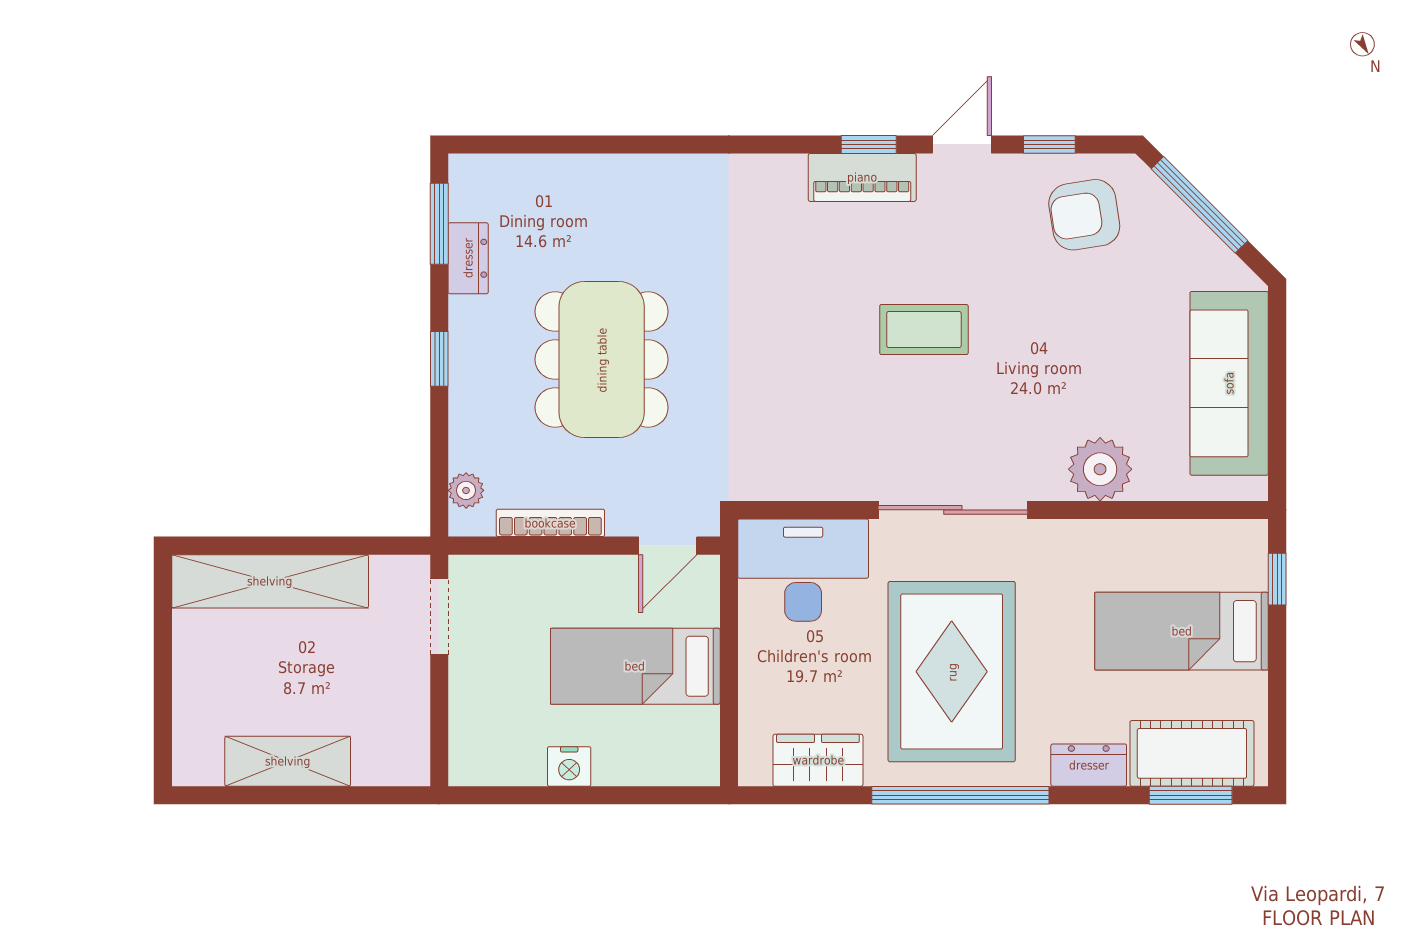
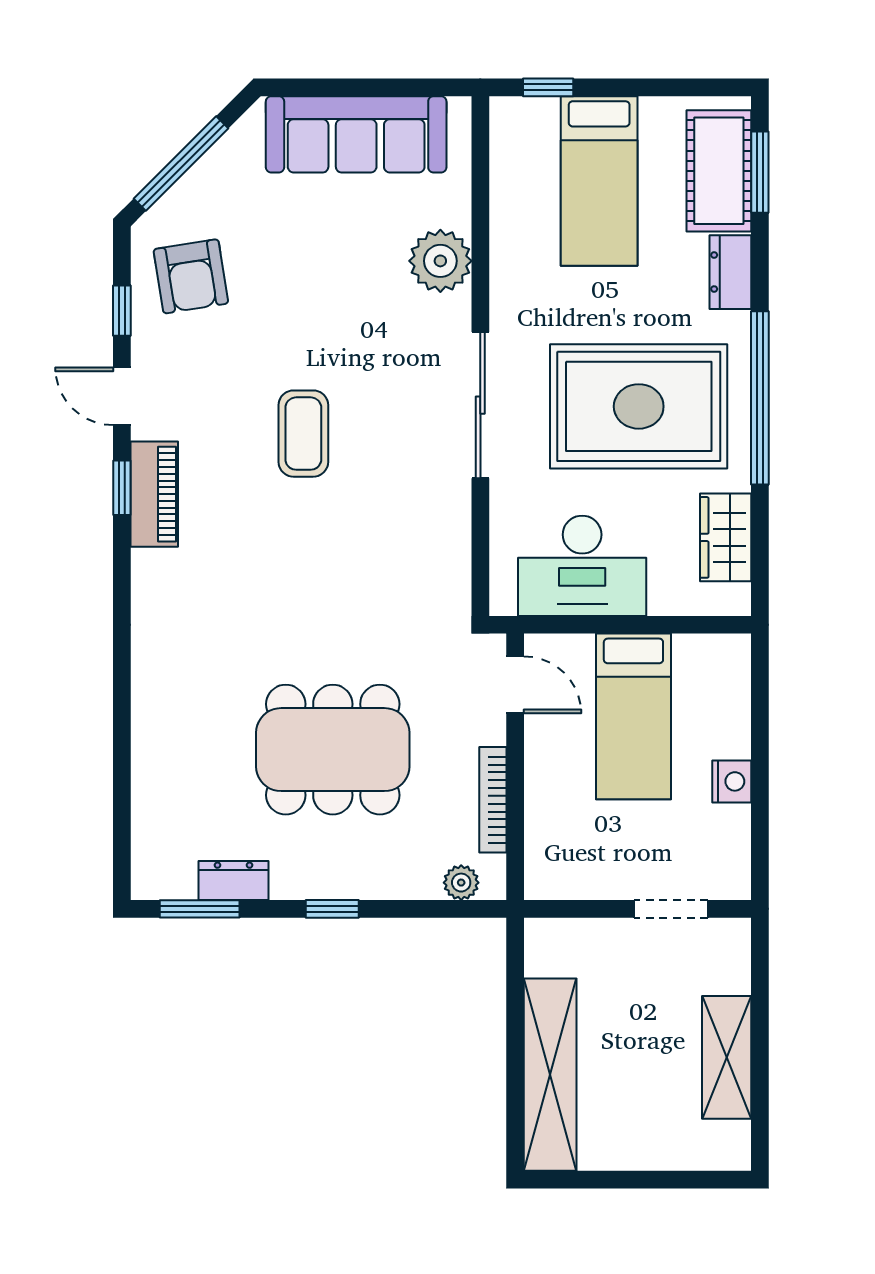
desk: (803, 570) -> (582, 566), moved, turned -90
doorway: (439, 617) -> (671, 909), moved

